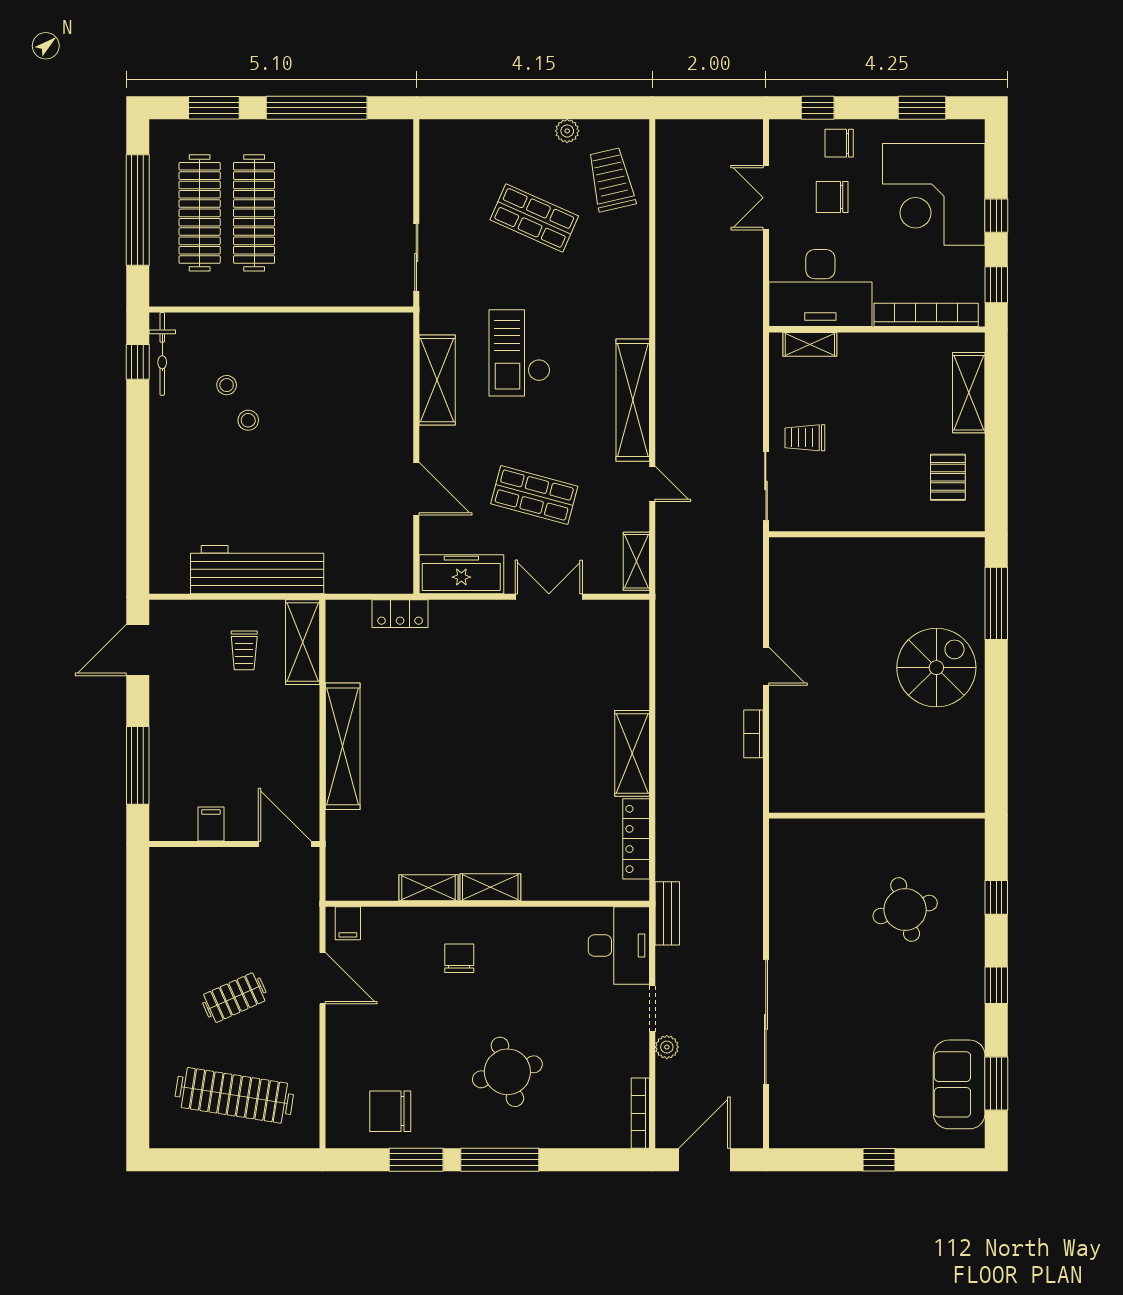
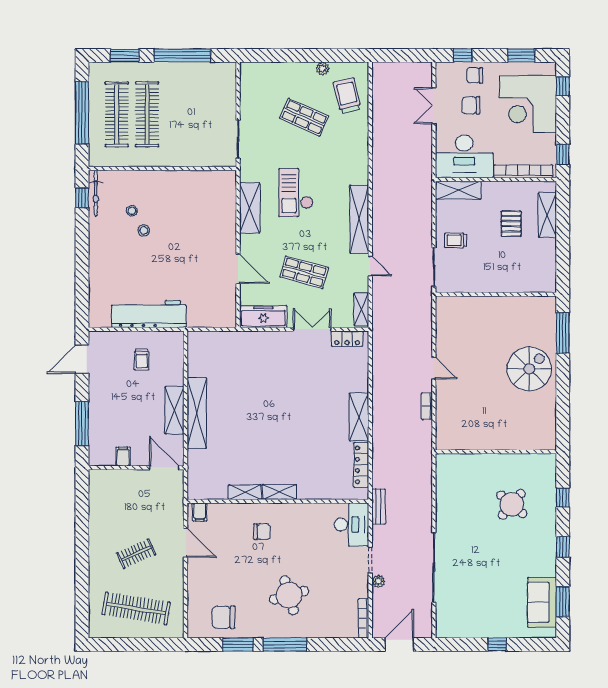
window: (996, 216) -> (563, 86), moved
shelving: (810, 344) -> (458, 190), width x1.50, depth x1.33
pallet: (948, 477) -> (511, 224), moved
locker: (400, 614) -> (347, 339), moved
shelving: (303, 642) -> (174, 410), moved
round table: (905, 910) -> (512, 504), turned -35
chair: (459, 958) -> (262, 532), turned 90

